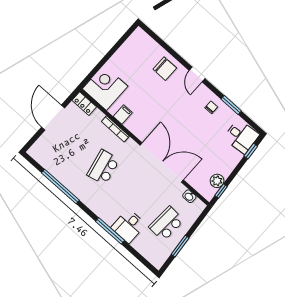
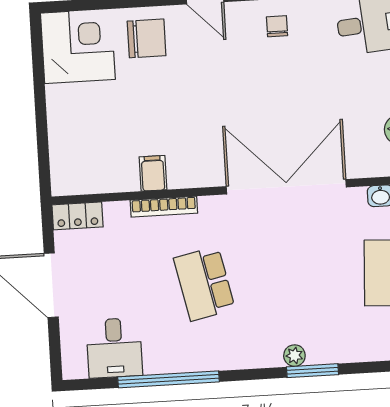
corner desk: (105, 88) -> (78, 46), moved, turned 90
plant: (109, 220) -> (294, 356), added
desk: (128, 226) -> (114, 348), moved
window: (110, 231) -> (313, 371), width x0.69

